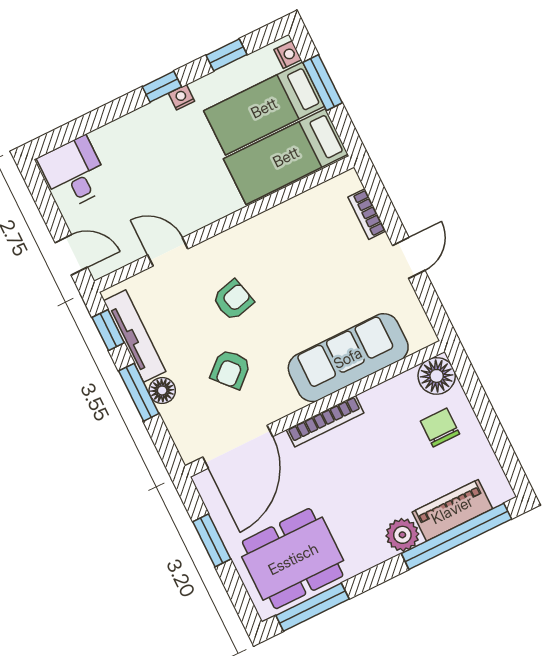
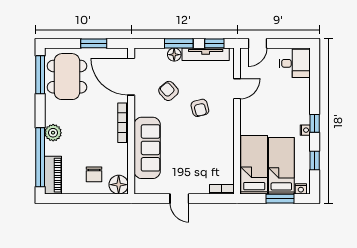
bookcase: (367, 214) -> (222, 189), moved
chair: (440, 427) -> (94, 174), turned 90
piano: (452, 510) -> (53, 175), moved

